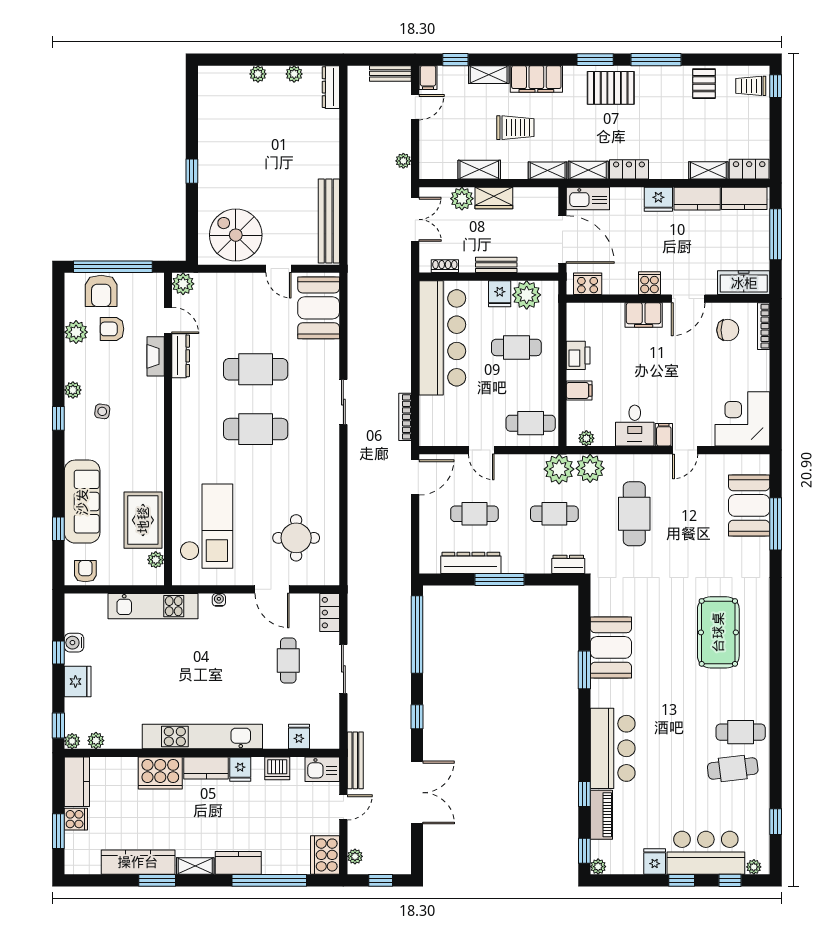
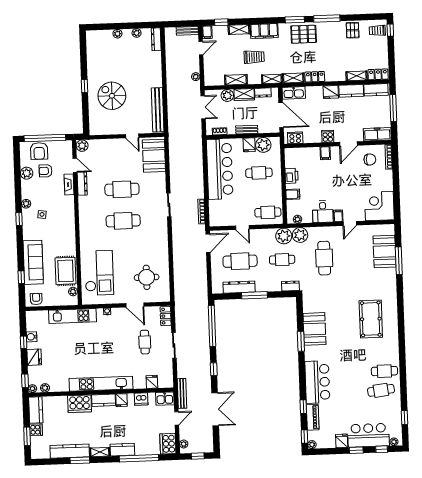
dresser: (530, 196) -> (263, 93), added
spiral stairs: (236, 235) -> (112, 96), moved
filing cabinet: (644, 315) -> (325, 153), width x0.50
cafe table: (474, 514) -> (240, 261), width x1.37, depth x1.35

